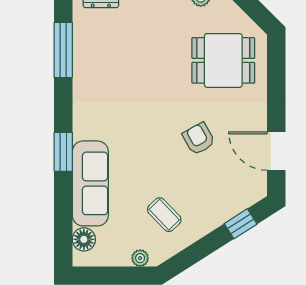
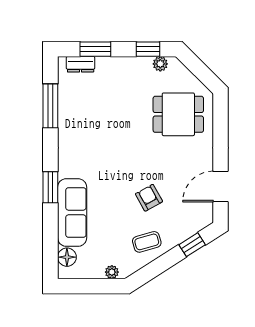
armchair: (199, 139) -> (149, 198), moved
door: (276, 151) -> (221, 187), hinge flipped
coffee table: (164, 215) -> (147, 242), moved, turned -62

